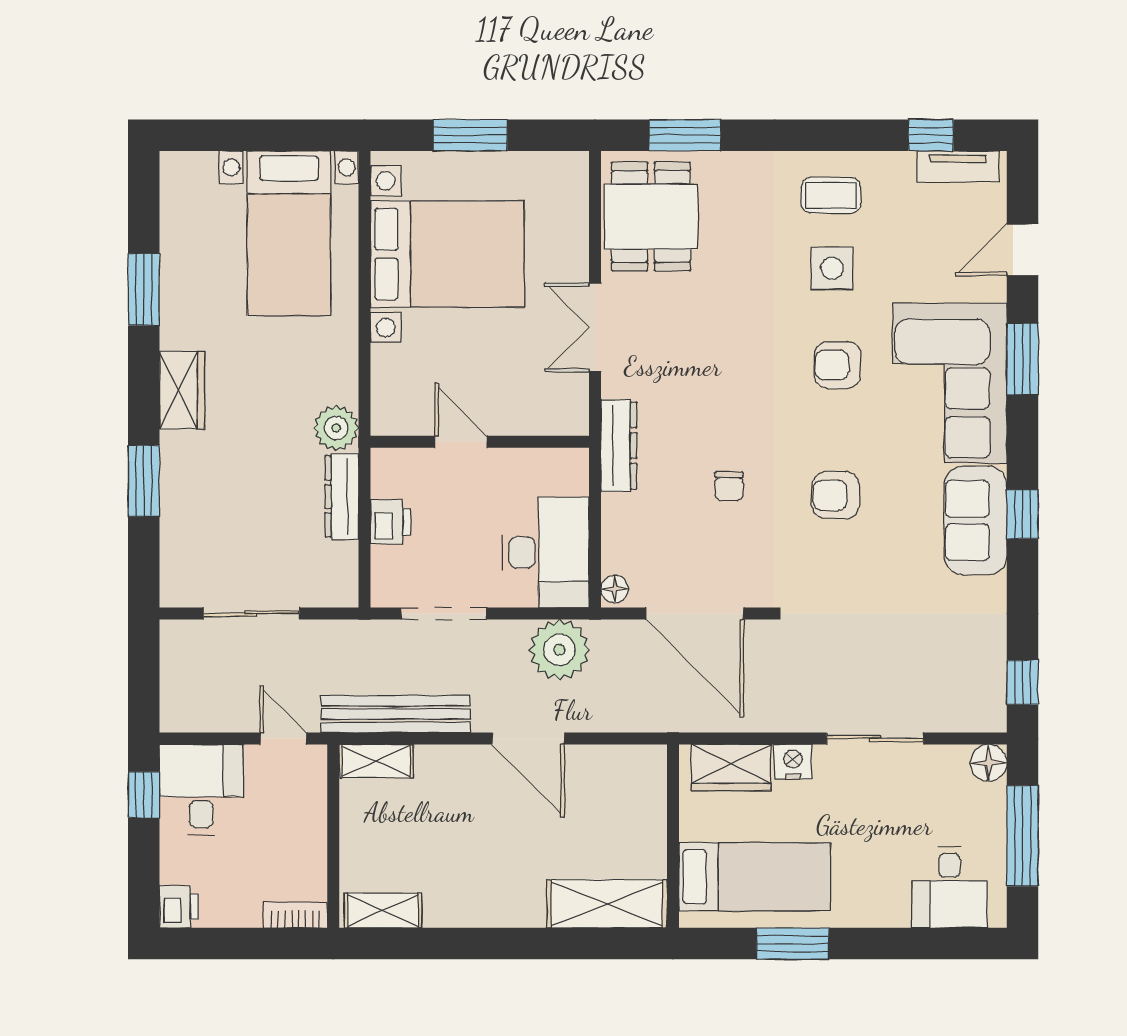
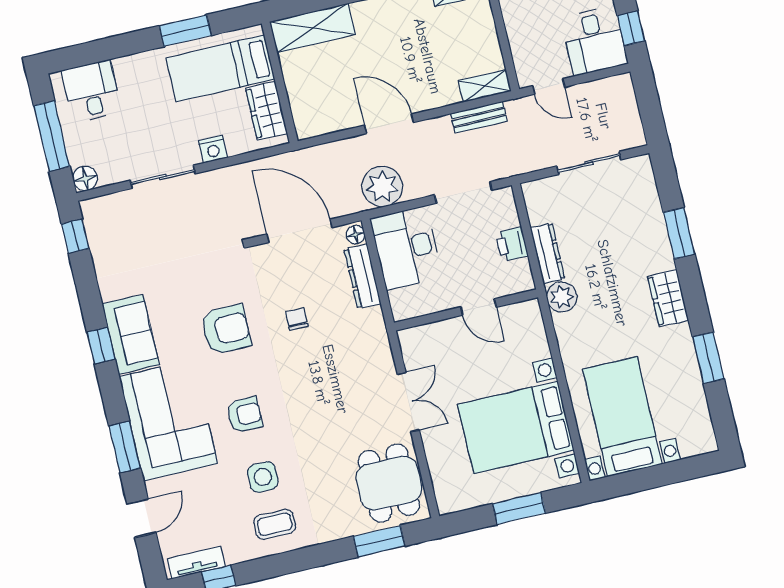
dresser: (619, 446) -> (362, 276), moved
armchair: (836, 495) -> (226, 329), width x1.38, depth x1.38
bench: (396, 714) -> (479, 117), width x0.54, depth x0.82
wardrobe: (731, 768) -> (266, 111), moved, turned -90

